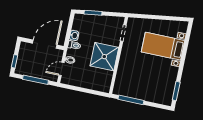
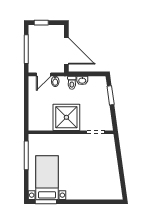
bed with nightstands: (163, 46) -> (47, 178), moved
door: (61, 69) -> (44, 74), swing flipped

